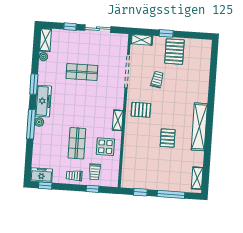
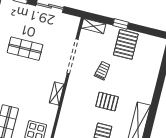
pallet: (141, 110) -> (107, 102), moved
shelving: (118, 120) -> (57, 94), moved

